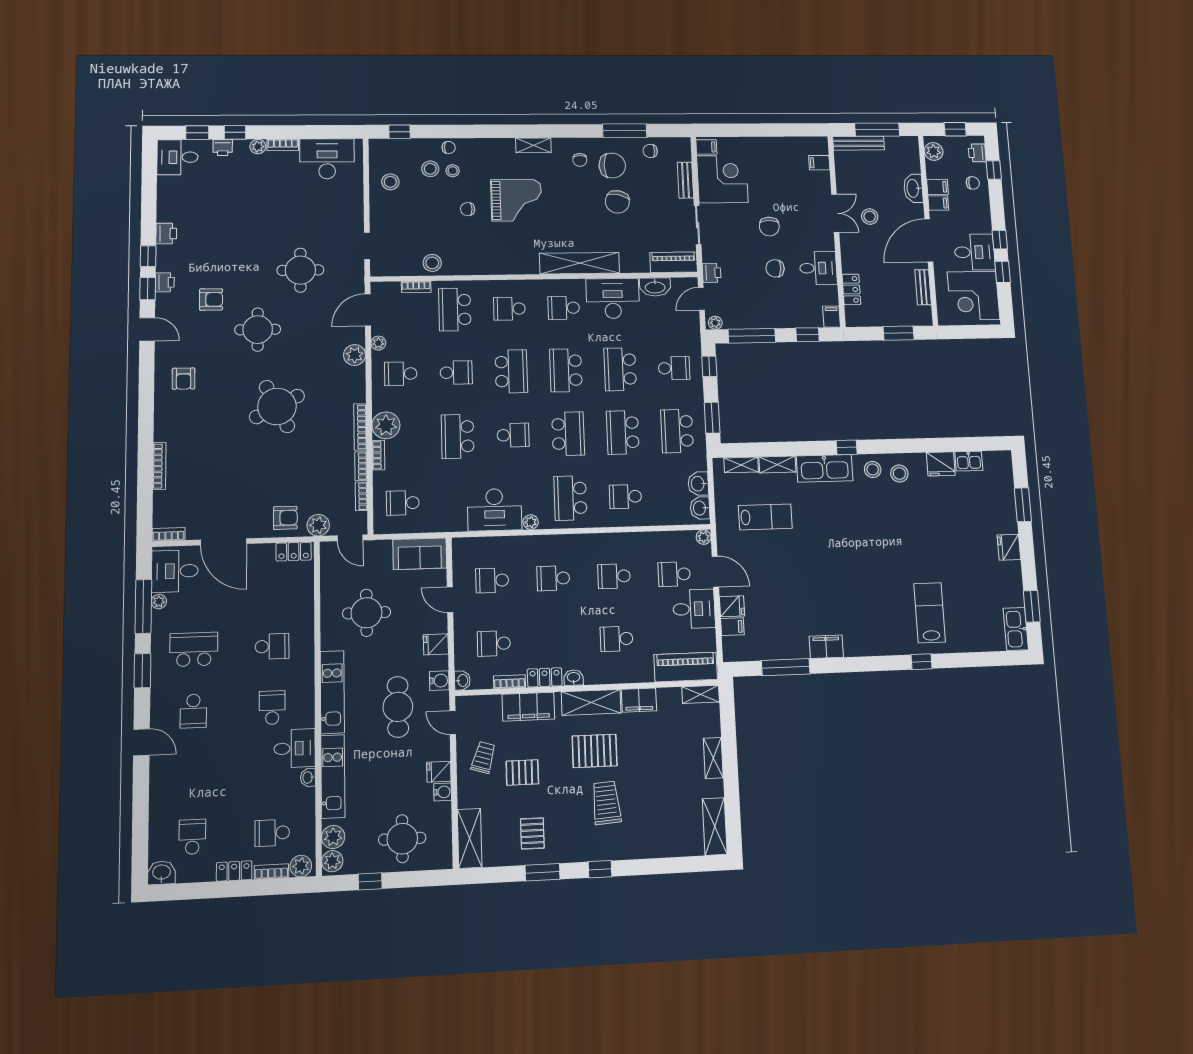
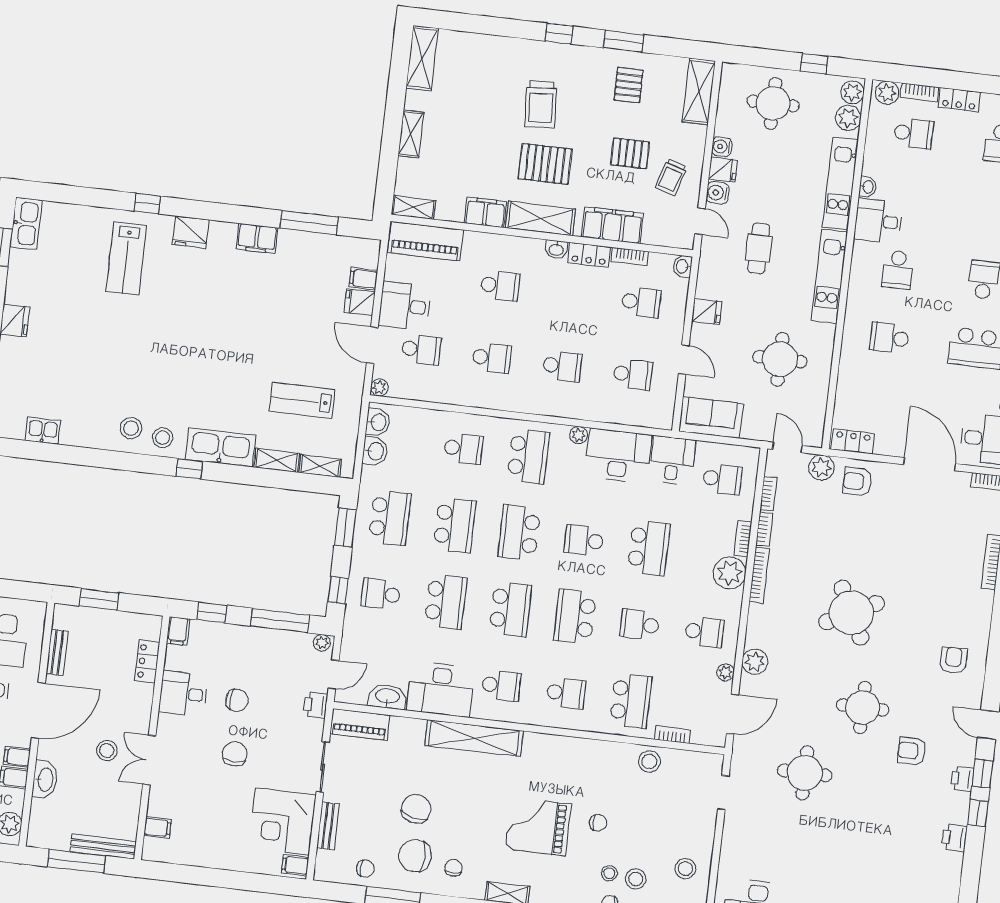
fridge: (941, 464) -> (191, 232), moved, turned 180
desk: (448, 513) -> (672, 460), added
water cooler: (439, 681) -> (718, 193), moved
cafe table: (398, 707) -> (759, 248), width x0.73, depth x0.74

